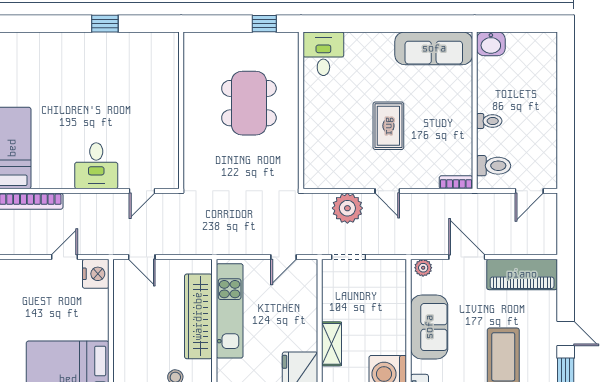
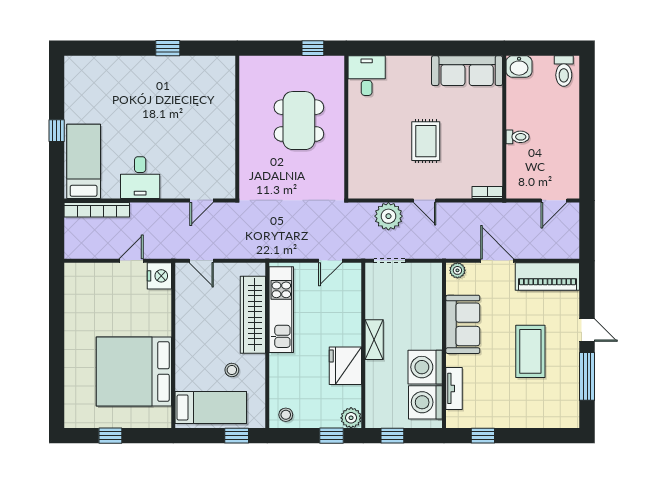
desk: (96, 166) -> (140, 178), moved
toilet: (494, 166) -> (564, 71), moved, turned 90

